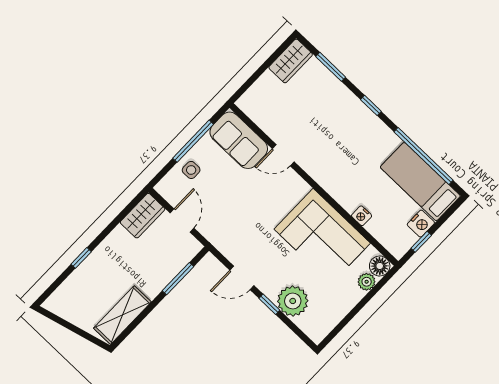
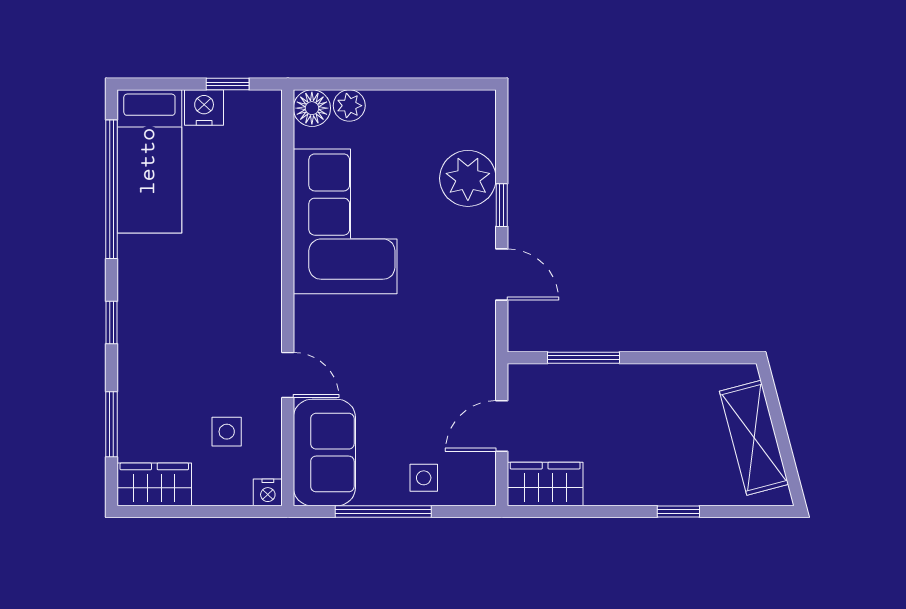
side table: (284, 110) -> (227, 432), added
nightstand: (362, 216) -> (268, 492), moved, turned 90
shelving: (122, 315) -> (754, 438), moved, turned 75

